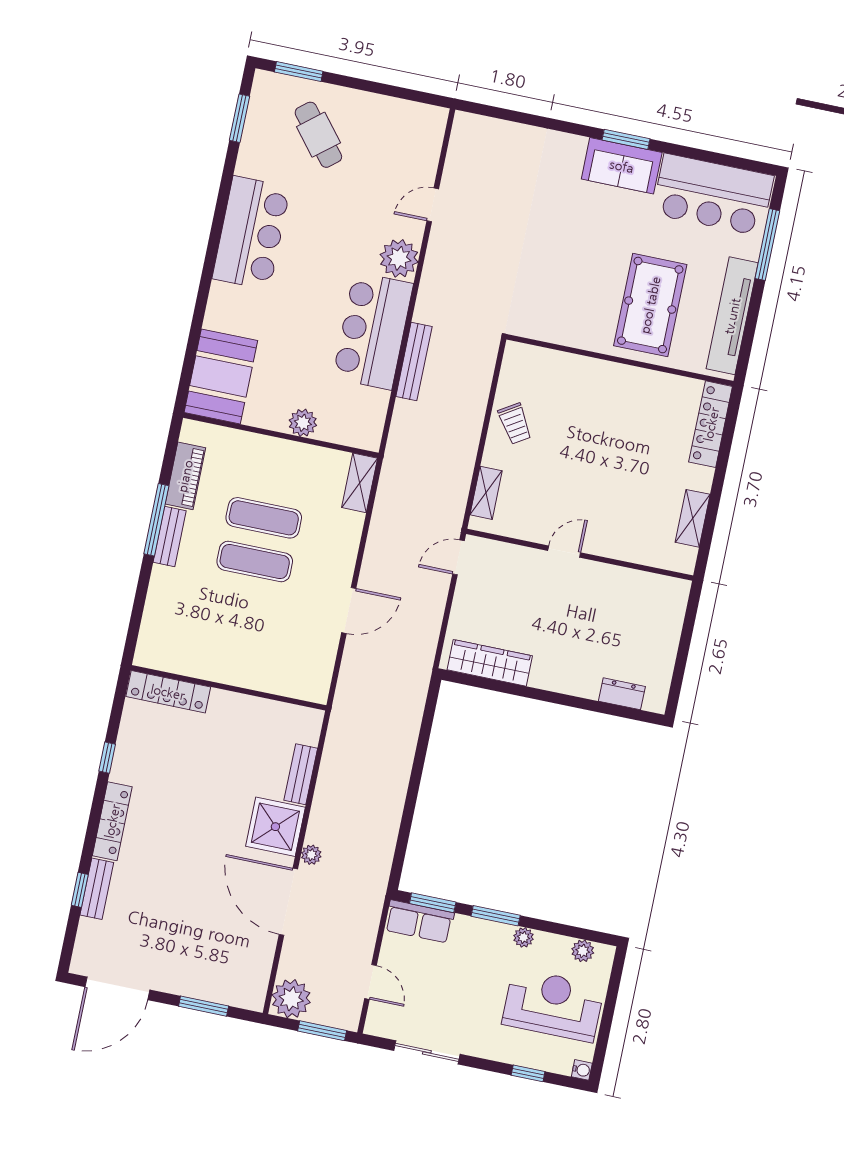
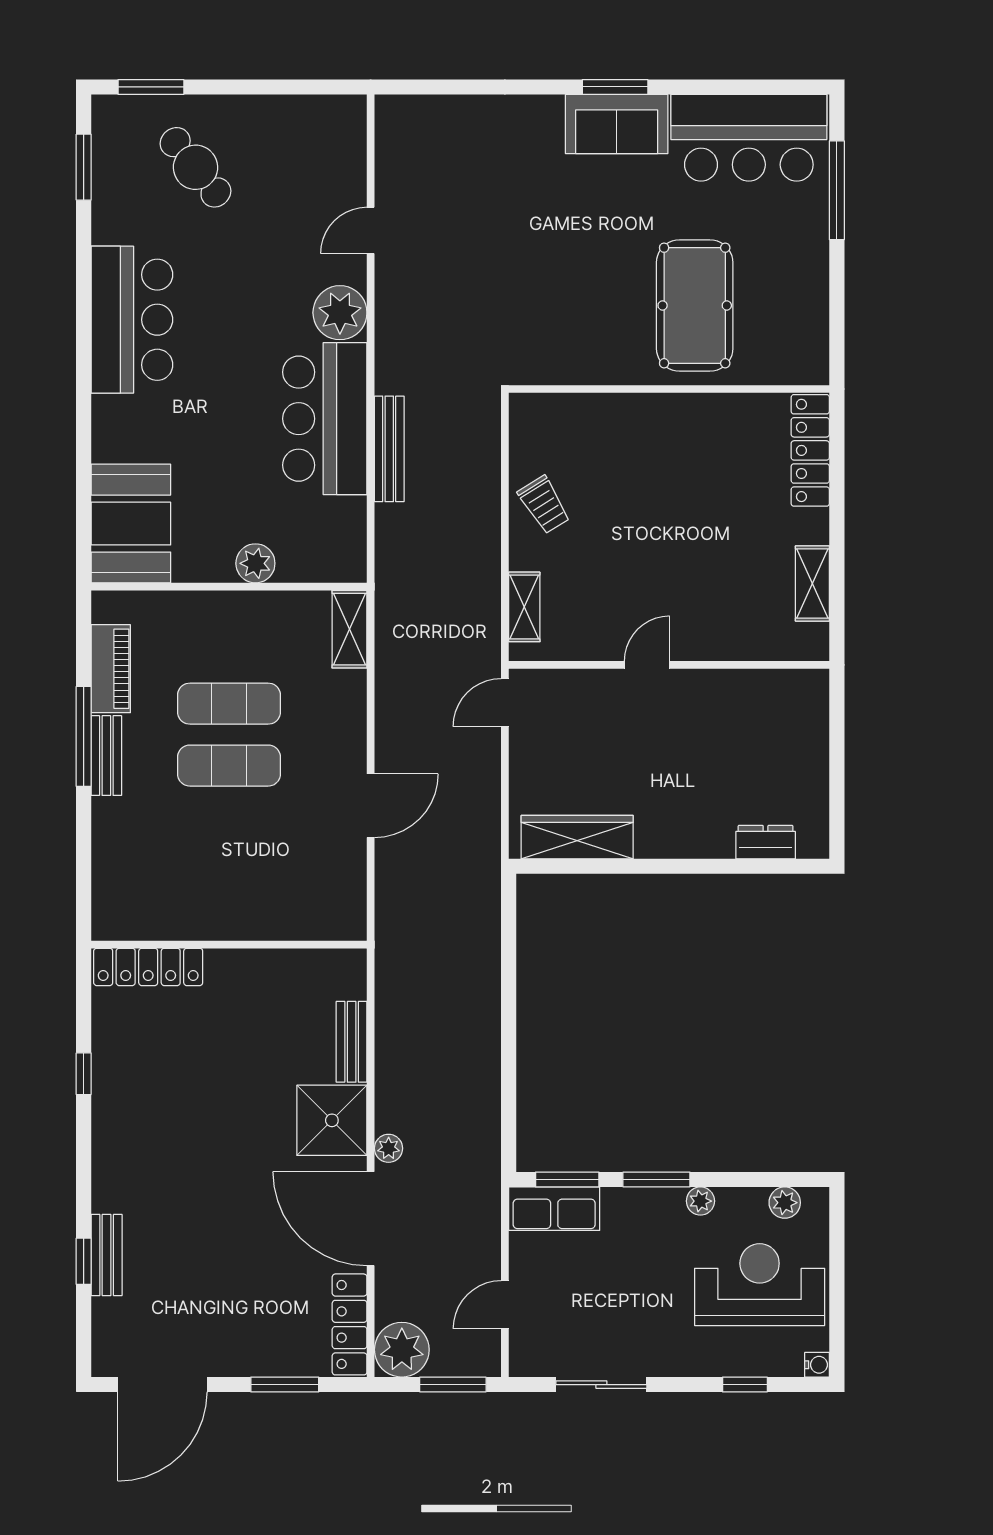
tv unit: (732, 316) -> (809, 297), removed
locker: (112, 821) -> (350, 1324), moved, turned 180
door: (371, 982) -> (505, 1305), swing flipped

